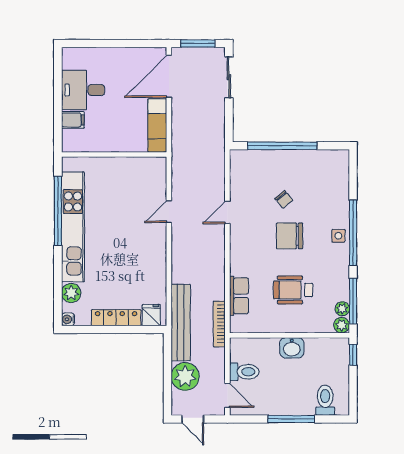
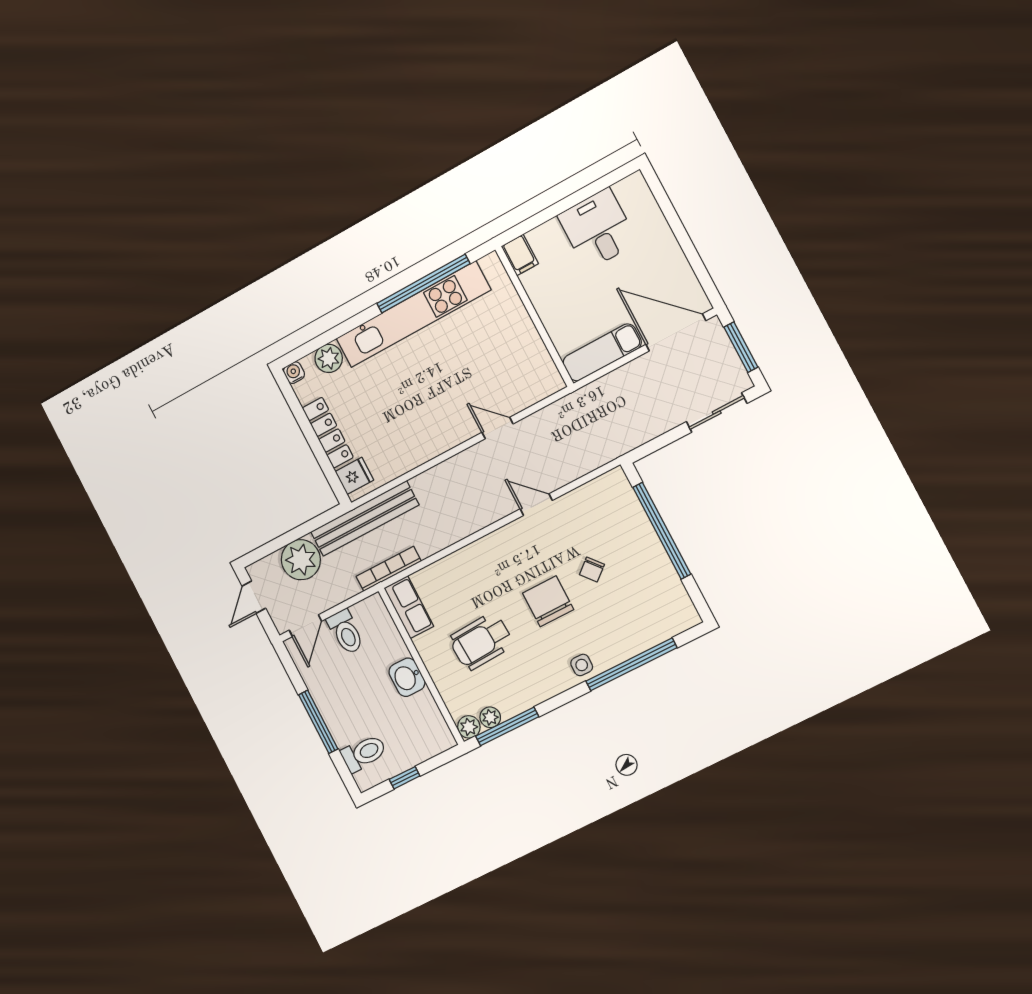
filing cabinet: (73, 120) -> (520, 255), moved
window: (353, 233) -> (631, 664), moved
wheelchair: (293, 290) -> (481, 641), turned -93
row of seats: (239, 296) -> (409, 607), moved, turned -90
window: (353, 355) -> (404, 778), moved

